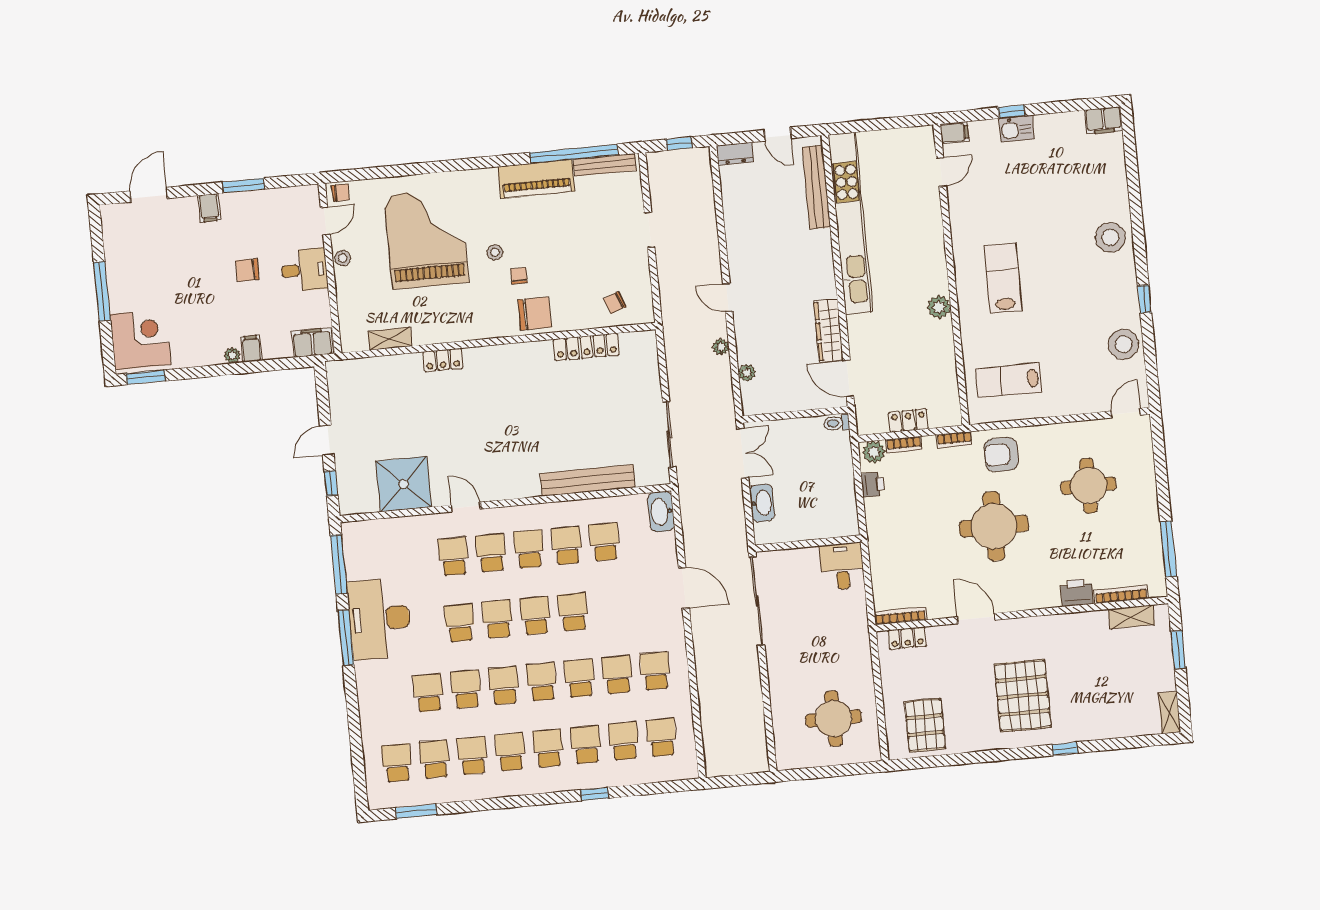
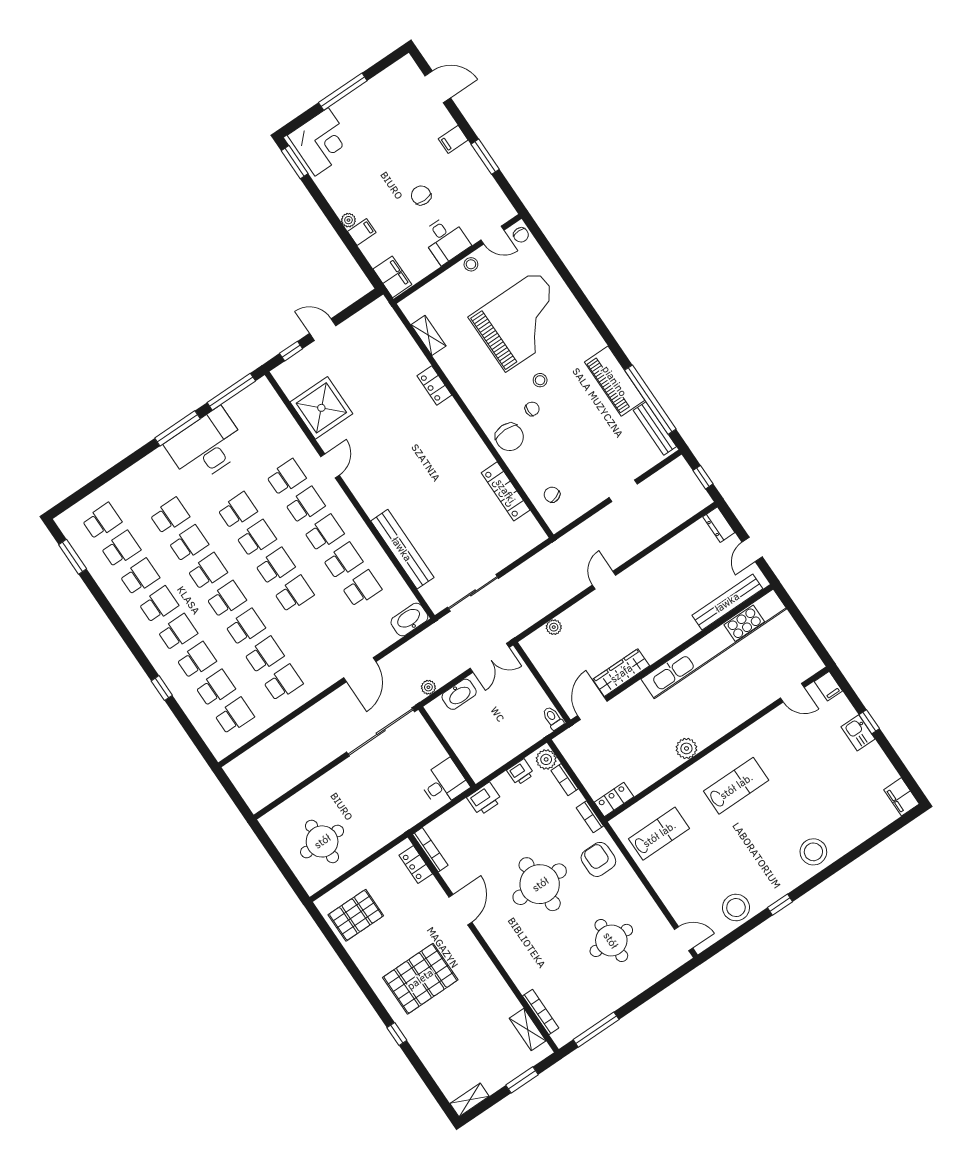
plant: (721, 347) -> (428, 687), moved
lab bench: (1009, 380) -> (659, 834), turned 90
locker: (908, 421) -> (614, 799), moved, turned -90
printer: (1077, 592) -> (484, 799), moved, turned 90

